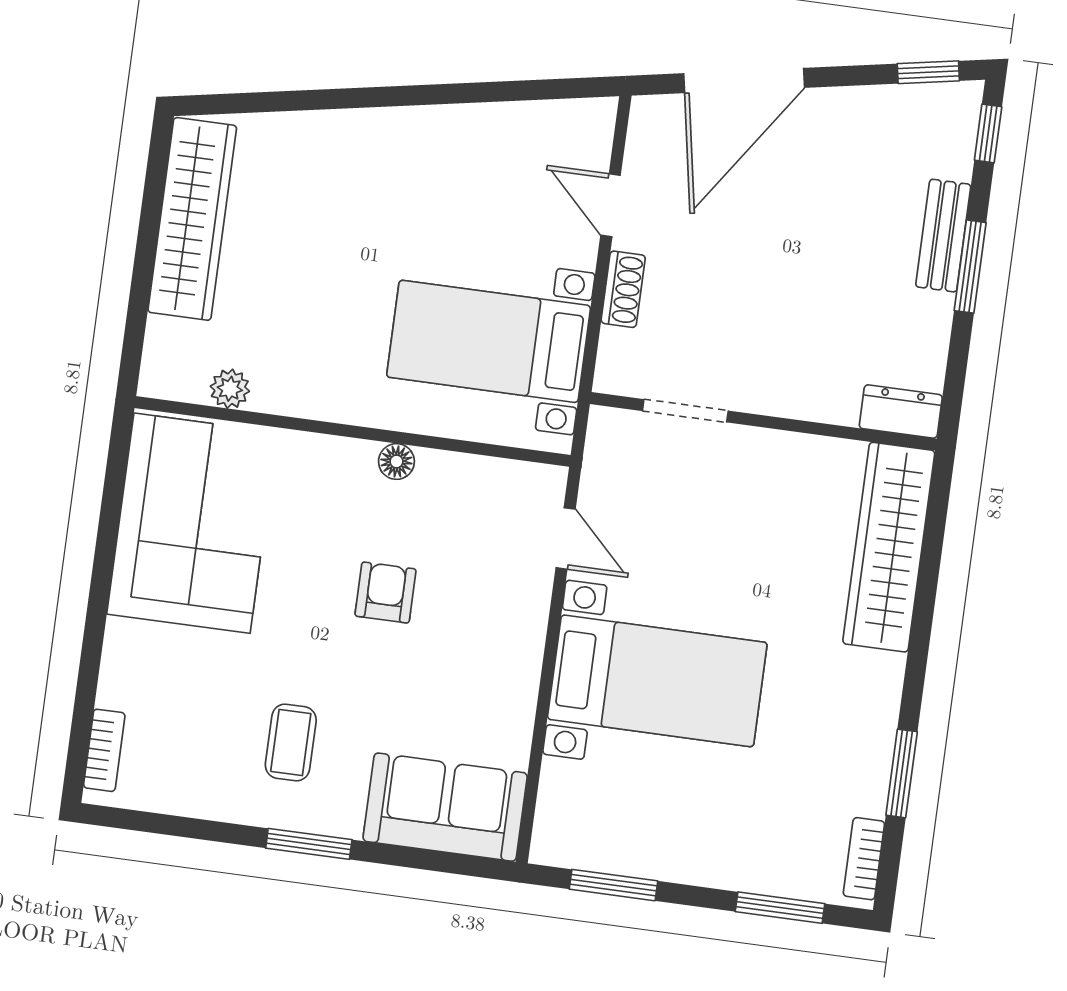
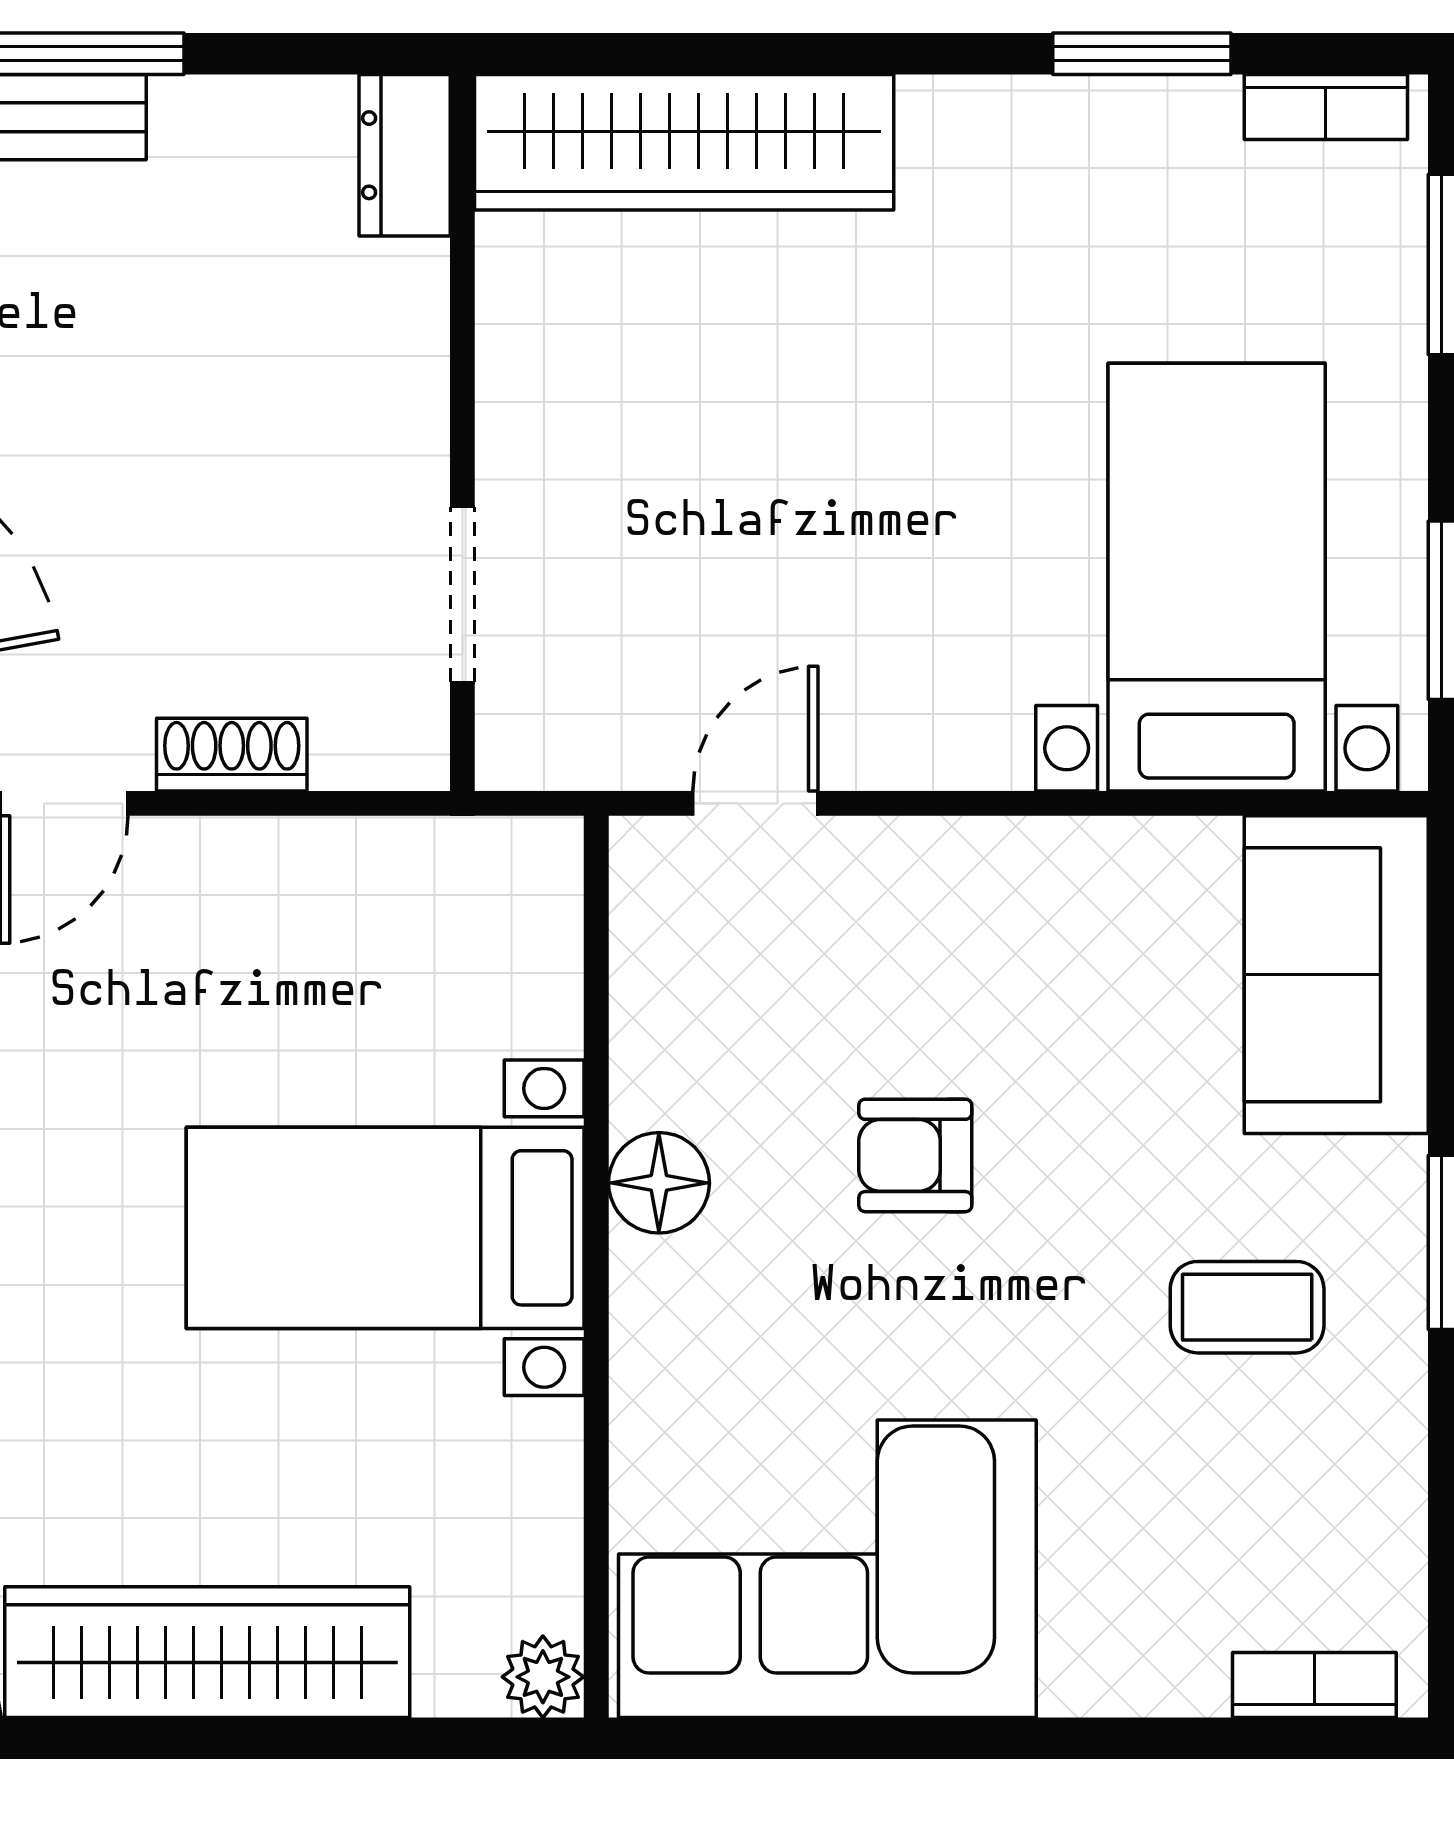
bed with nightstands: (489, 341) -> (385, 1228), moved, turned 90
plant: (230, 389) -> (543, 1677), moved
floor lamp: (396, 461) -> (659, 1183), width x1.37, depth x1.37
bed with nightstands: (657, 681) -> (1217, 577), moved

